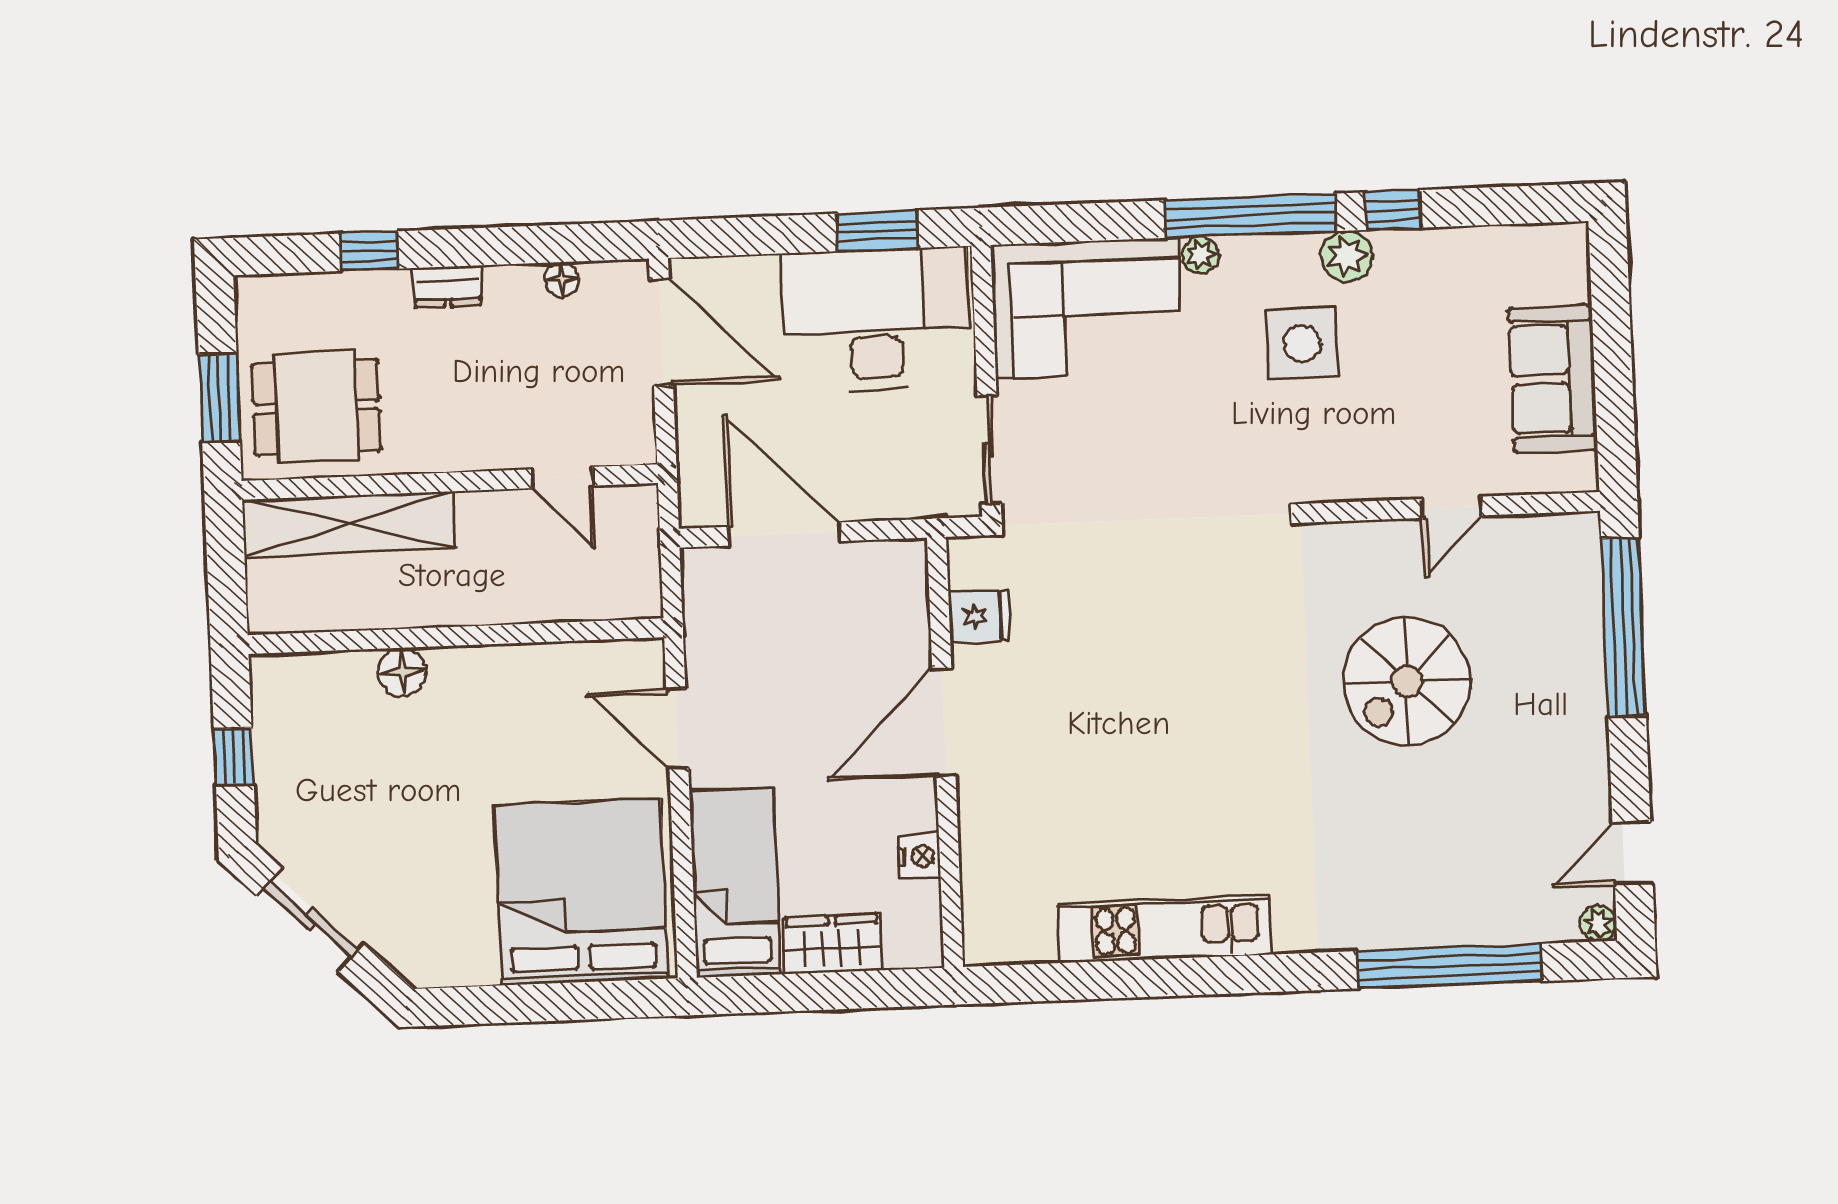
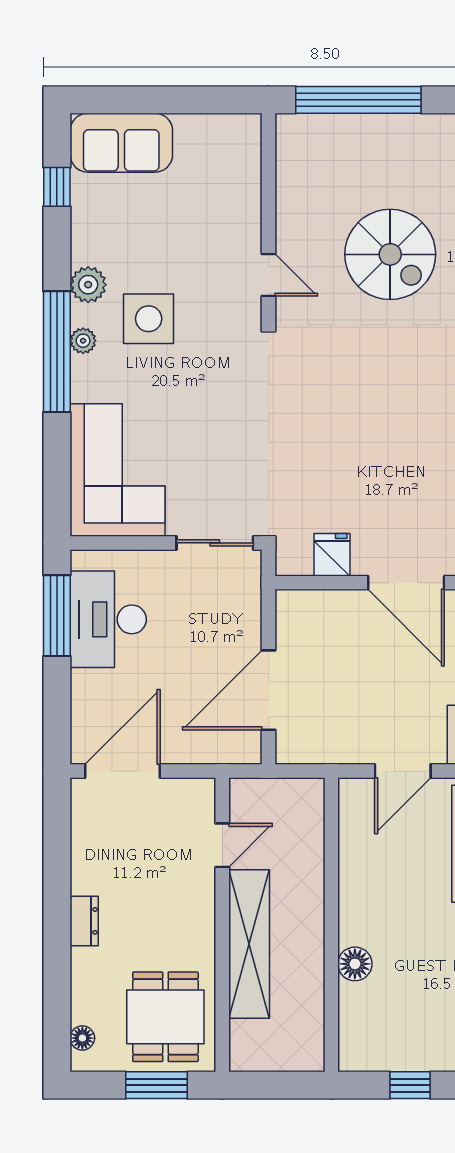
window: (1393, 210) -> (57, 187), moved
window: (877, 231) -> (57, 616), width x1.44
window: (369, 251) -> (57, 975), removed
plant: (1200, 255) -> (83, 341), moved
floor lamp: (561, 279) -> (82, 1038), moved
desk: (876, 320) -> (108, 619), width x0.73, depth x0.77
sofa: (1553, 379) -> (121, 143), moved
door: (1452, 507) -> (269, 275), moved
shelving: (348, 524) -> (249, 944), moved

